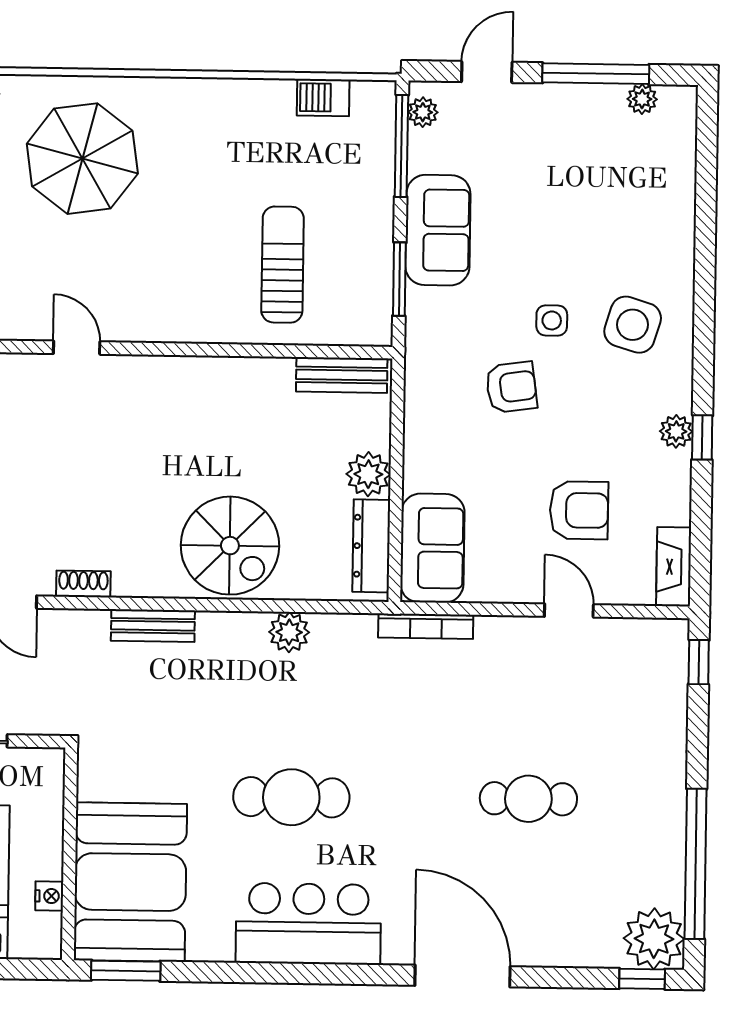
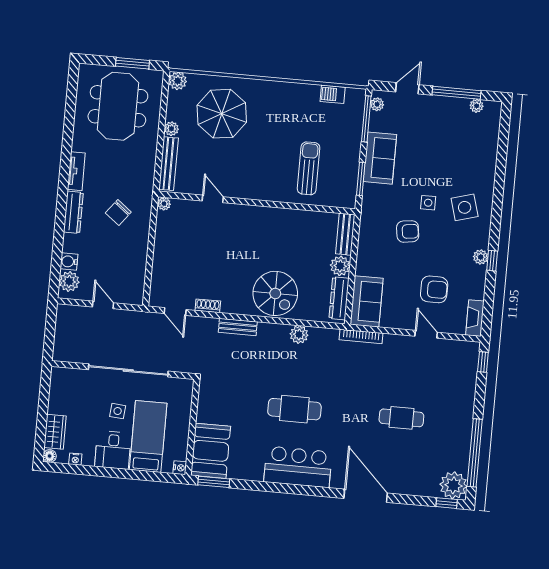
side table: (633, 325) -> (465, 207), turned -33
bench: (342, 375) -> (345, 234), moved, turned 90
booth: (130, 882) -> (211, 451), width x0.73, depth x0.70
nightstand: (49, 896) -> (180, 468), moved

